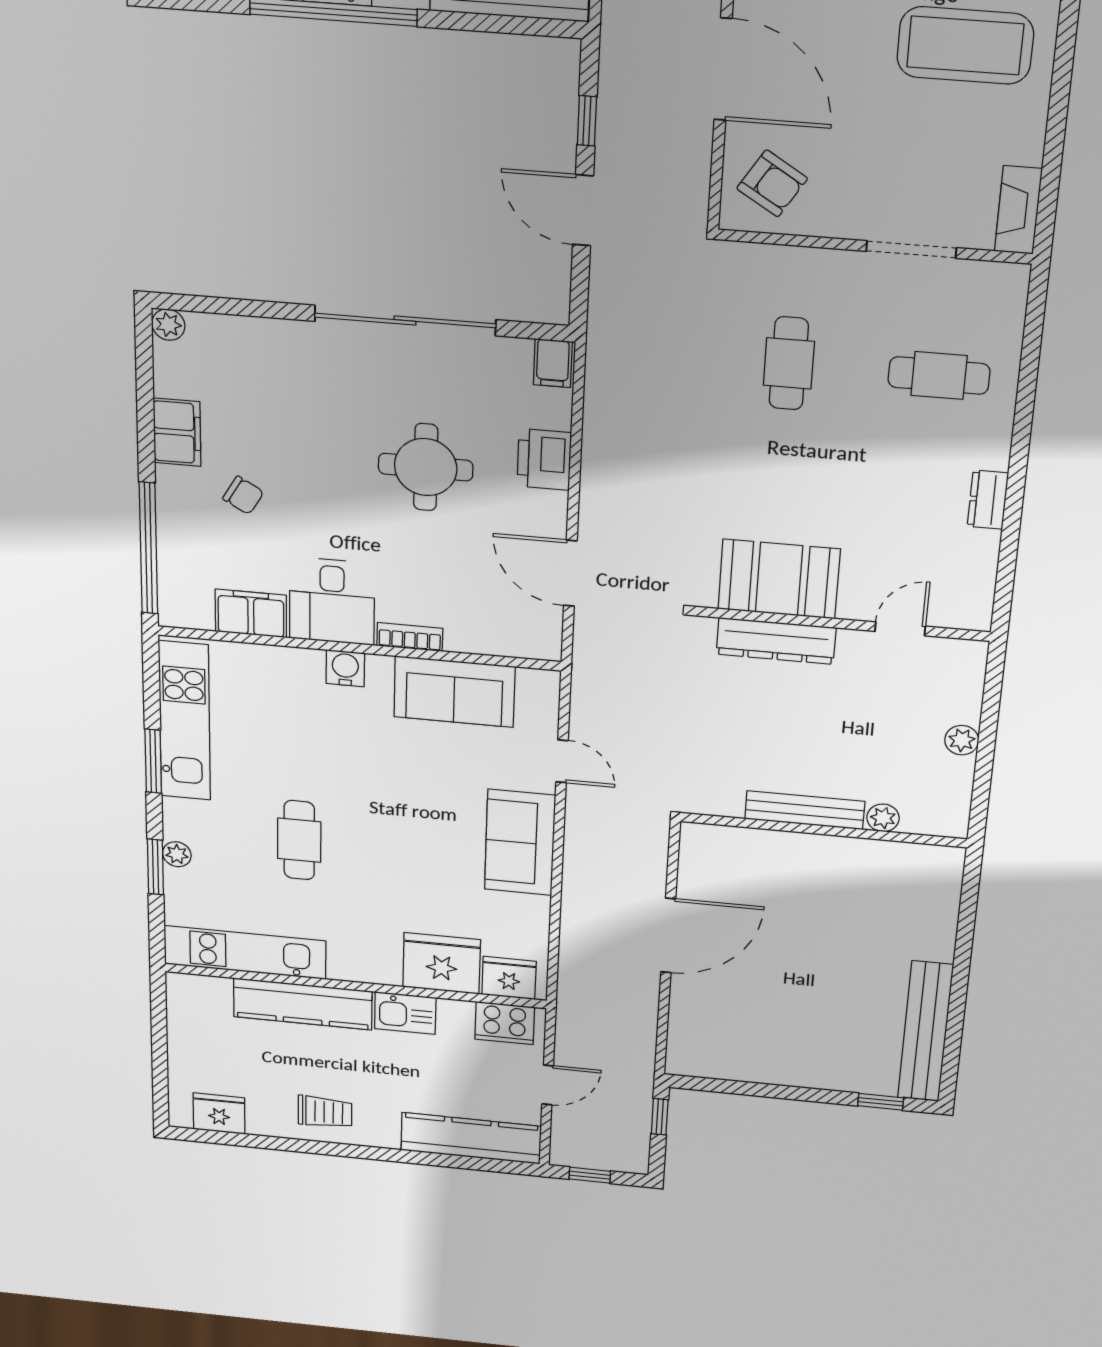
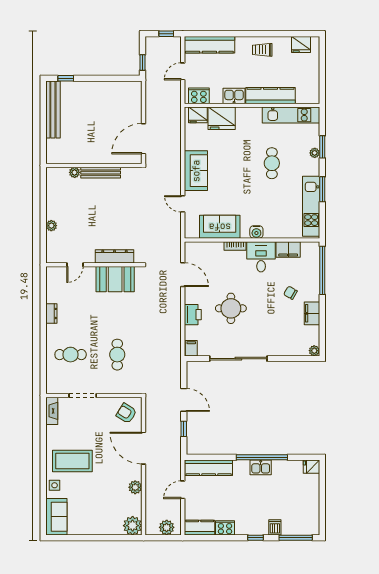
bench: (805, 810) -> (101, 173), moved
plant: (883, 818) -> (75, 172), moved
wall: (823, 830) -> (94, 166), moved

